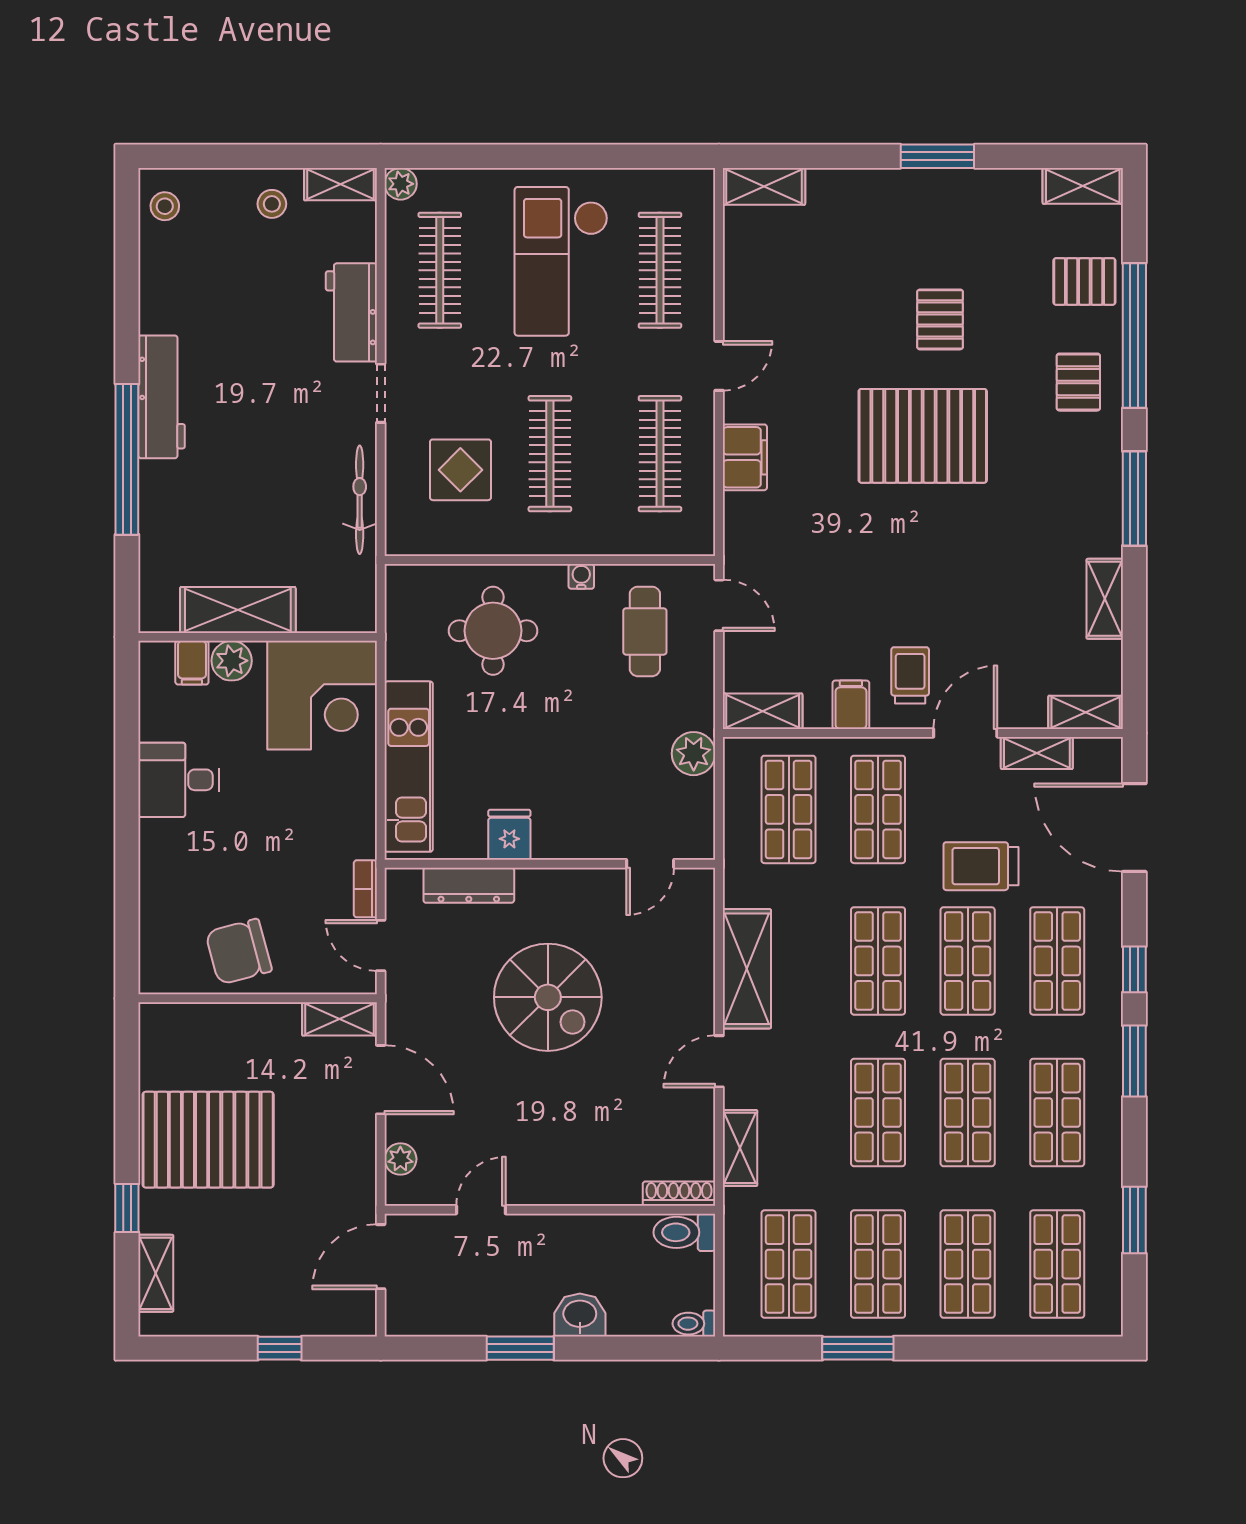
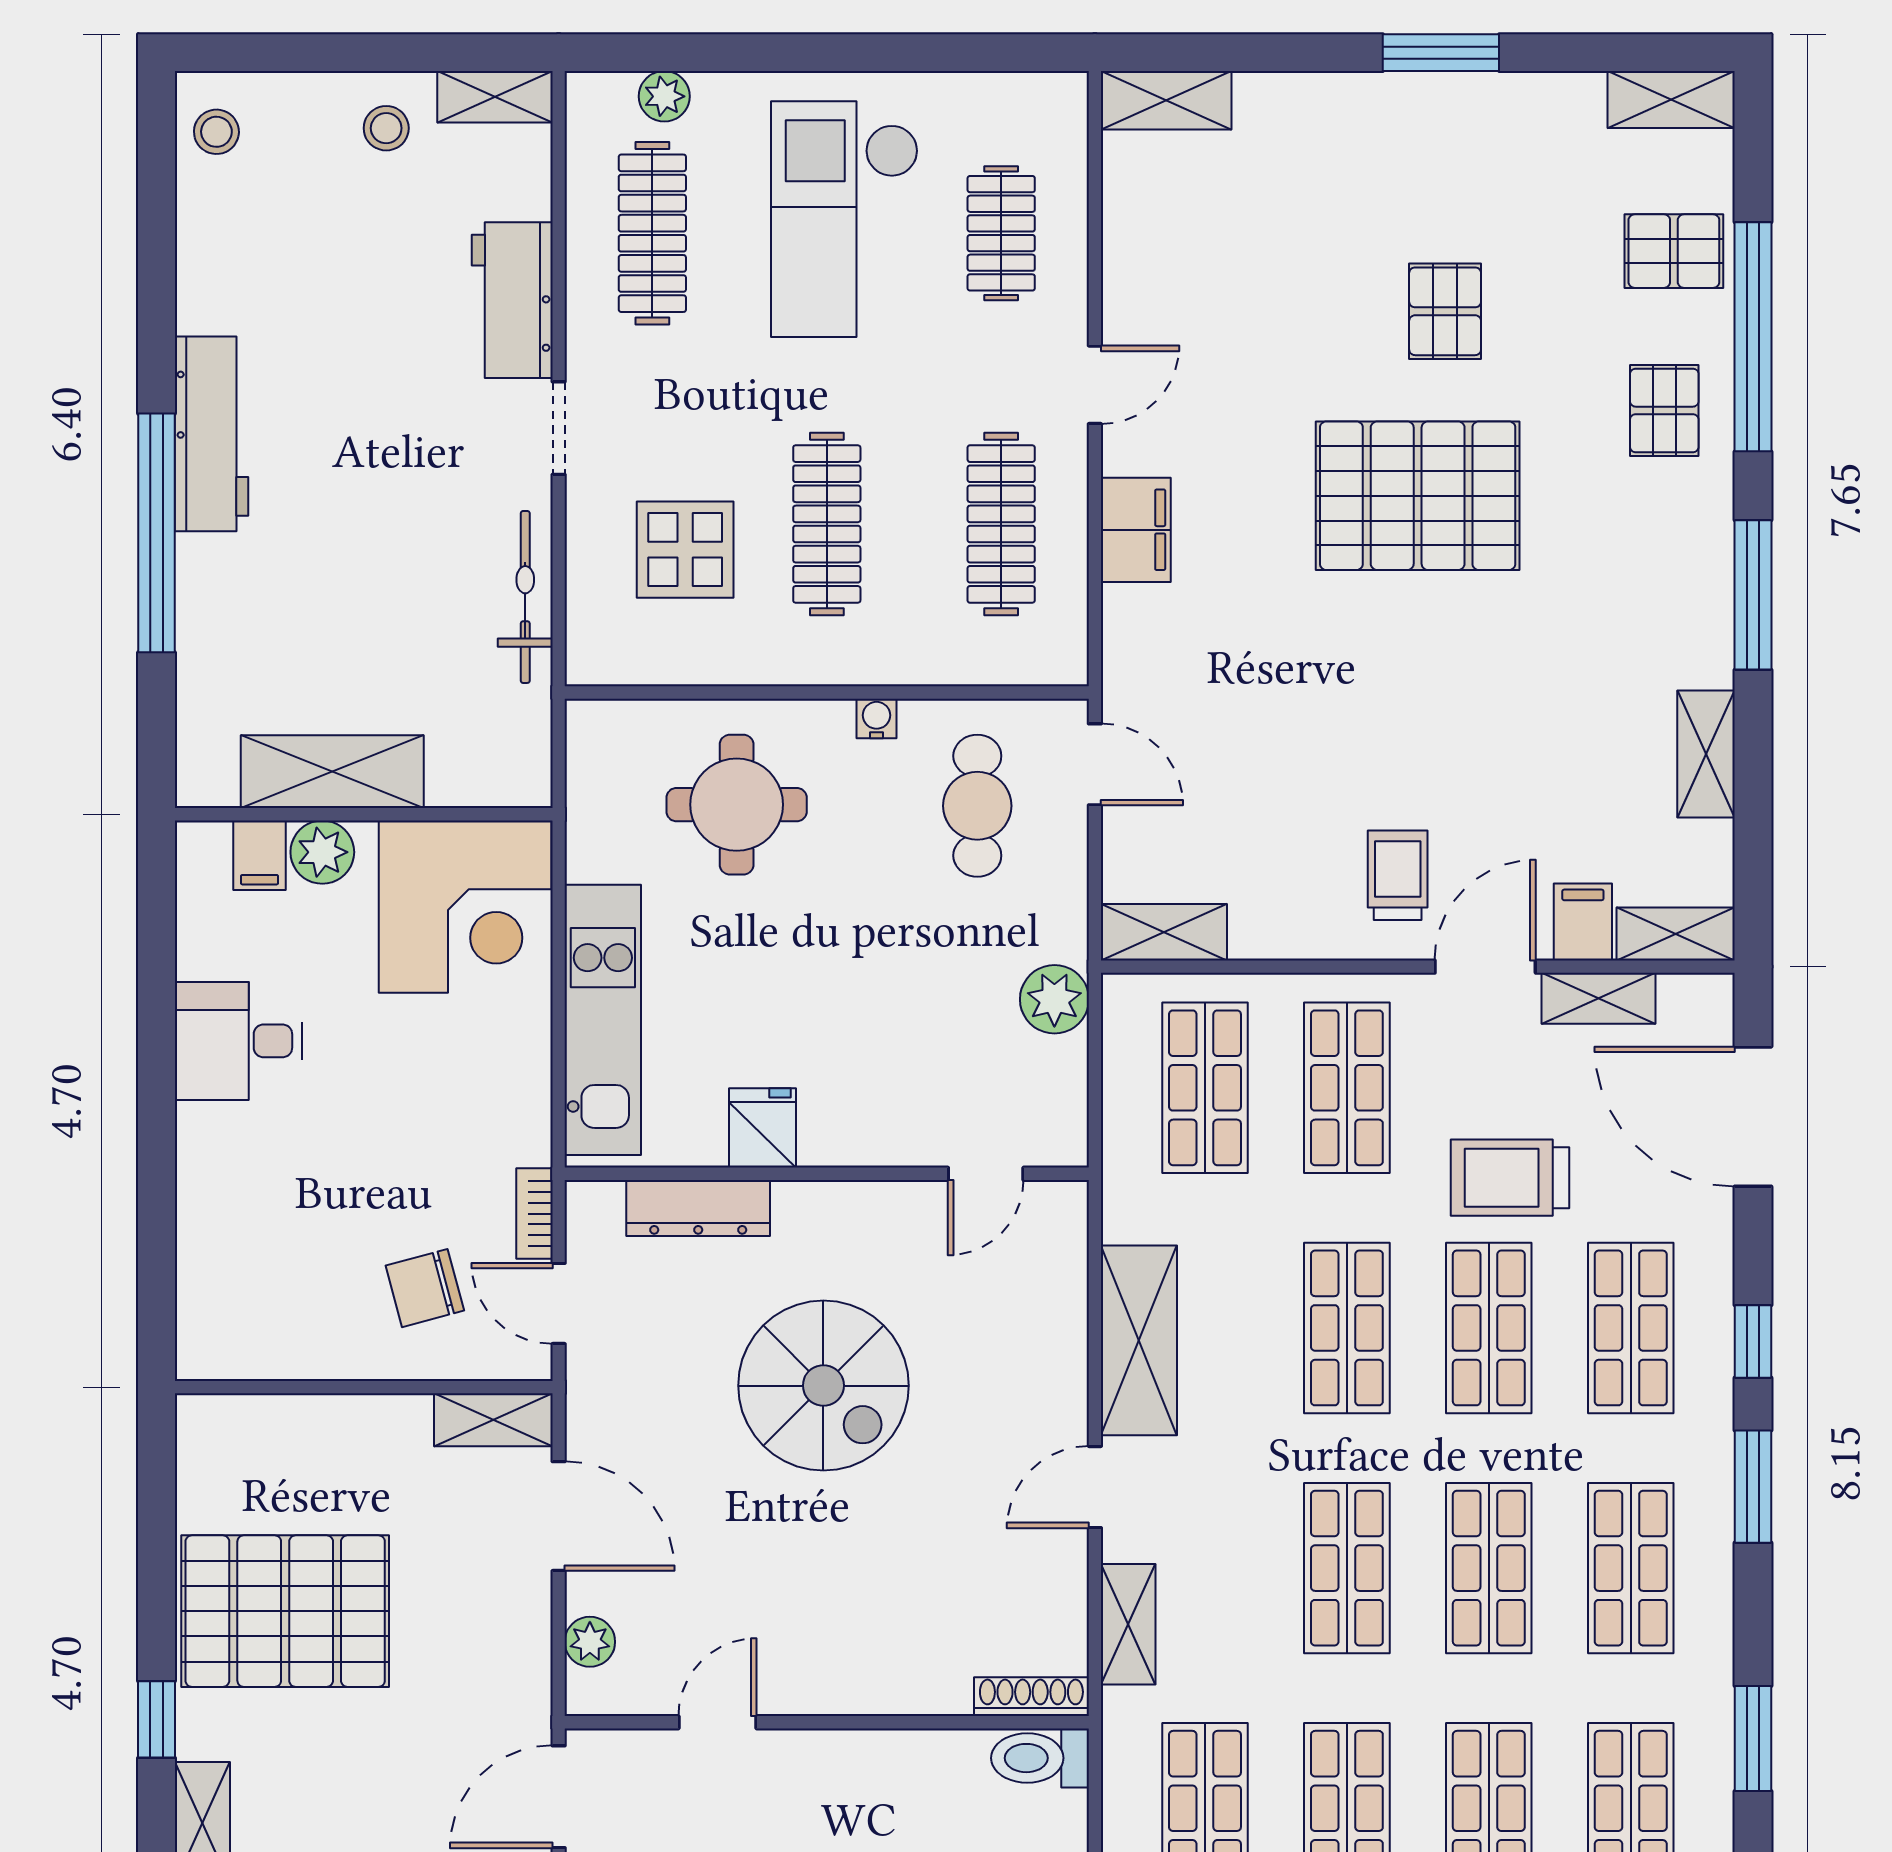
plant: (401, 184) -> (664, 96), moved
clothes rail: (660, 270) -> (1001, 233), width x0.73
filing cabinet: (851, 705) -> (1583, 922), moved
chair: (239, 952) -> (425, 1288), moved, width x0.73, depth x0.73

